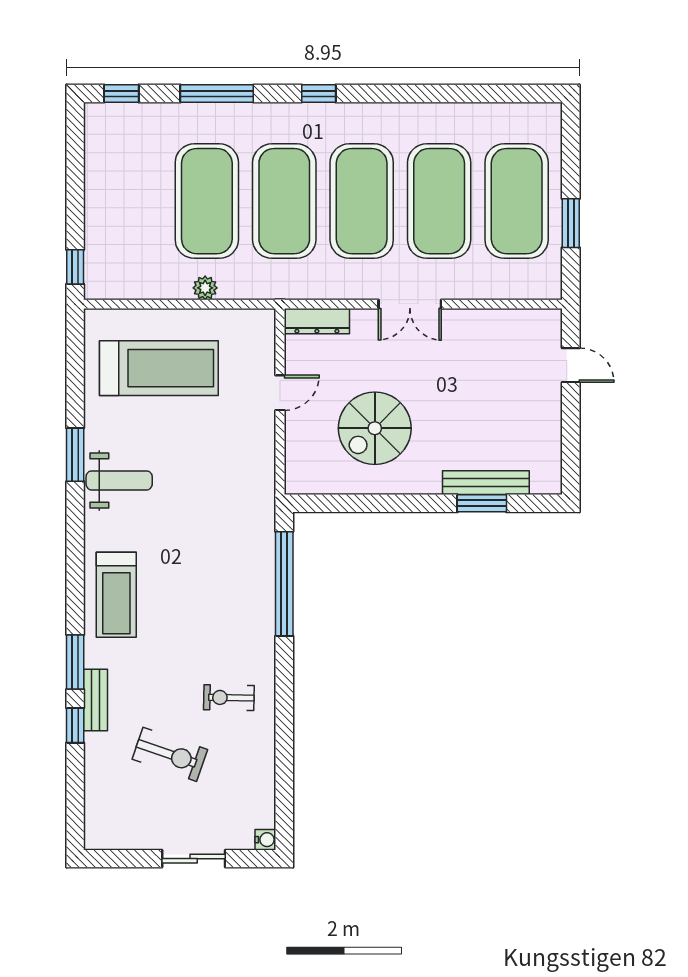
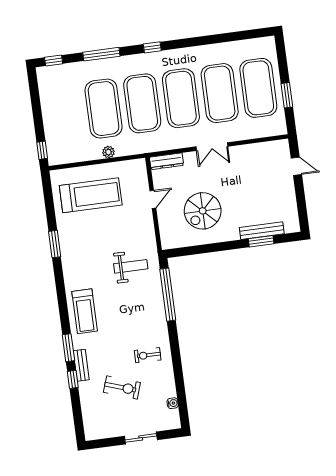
weight bench: (119, 480) -> (131, 266), moved
water cooler: (265, 840) -> (173, 403), moved

